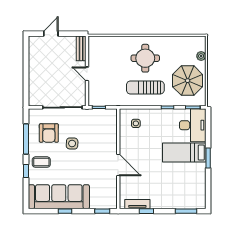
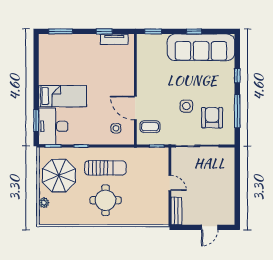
window: (208, 158) -> (36, 121), moved
coffee table: (41, 162) -> (150, 127), moved
door: (118, 165) -> (135, 108), moved

